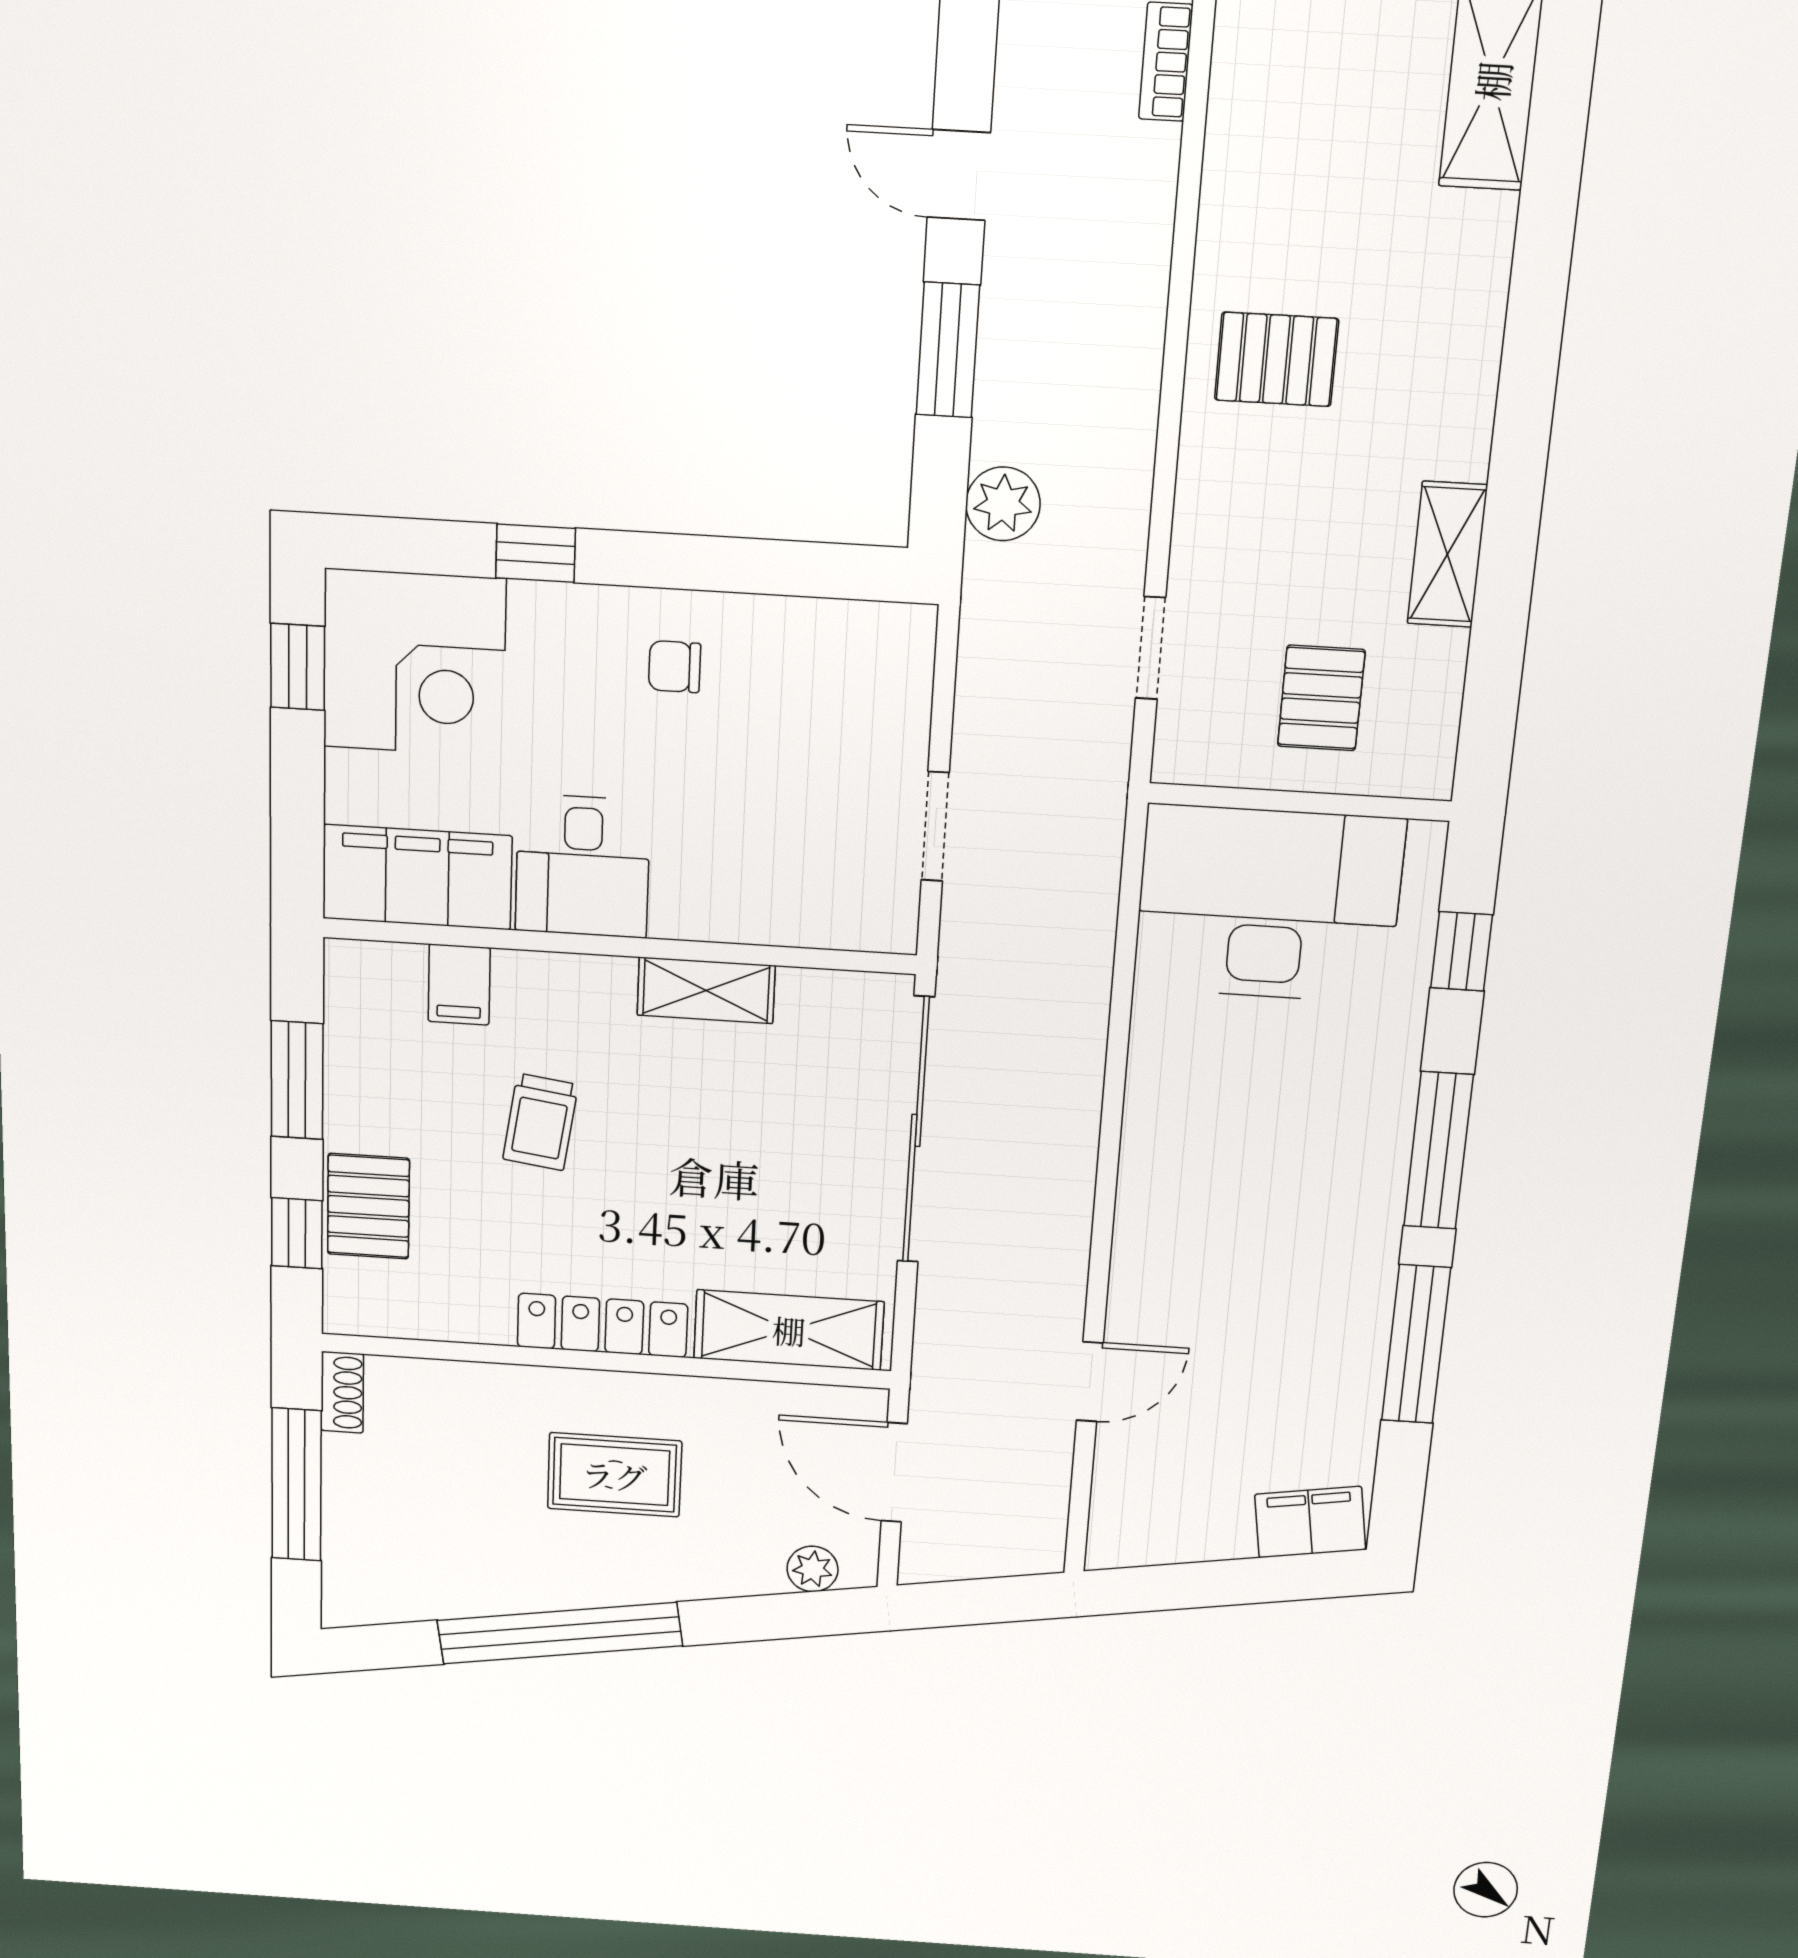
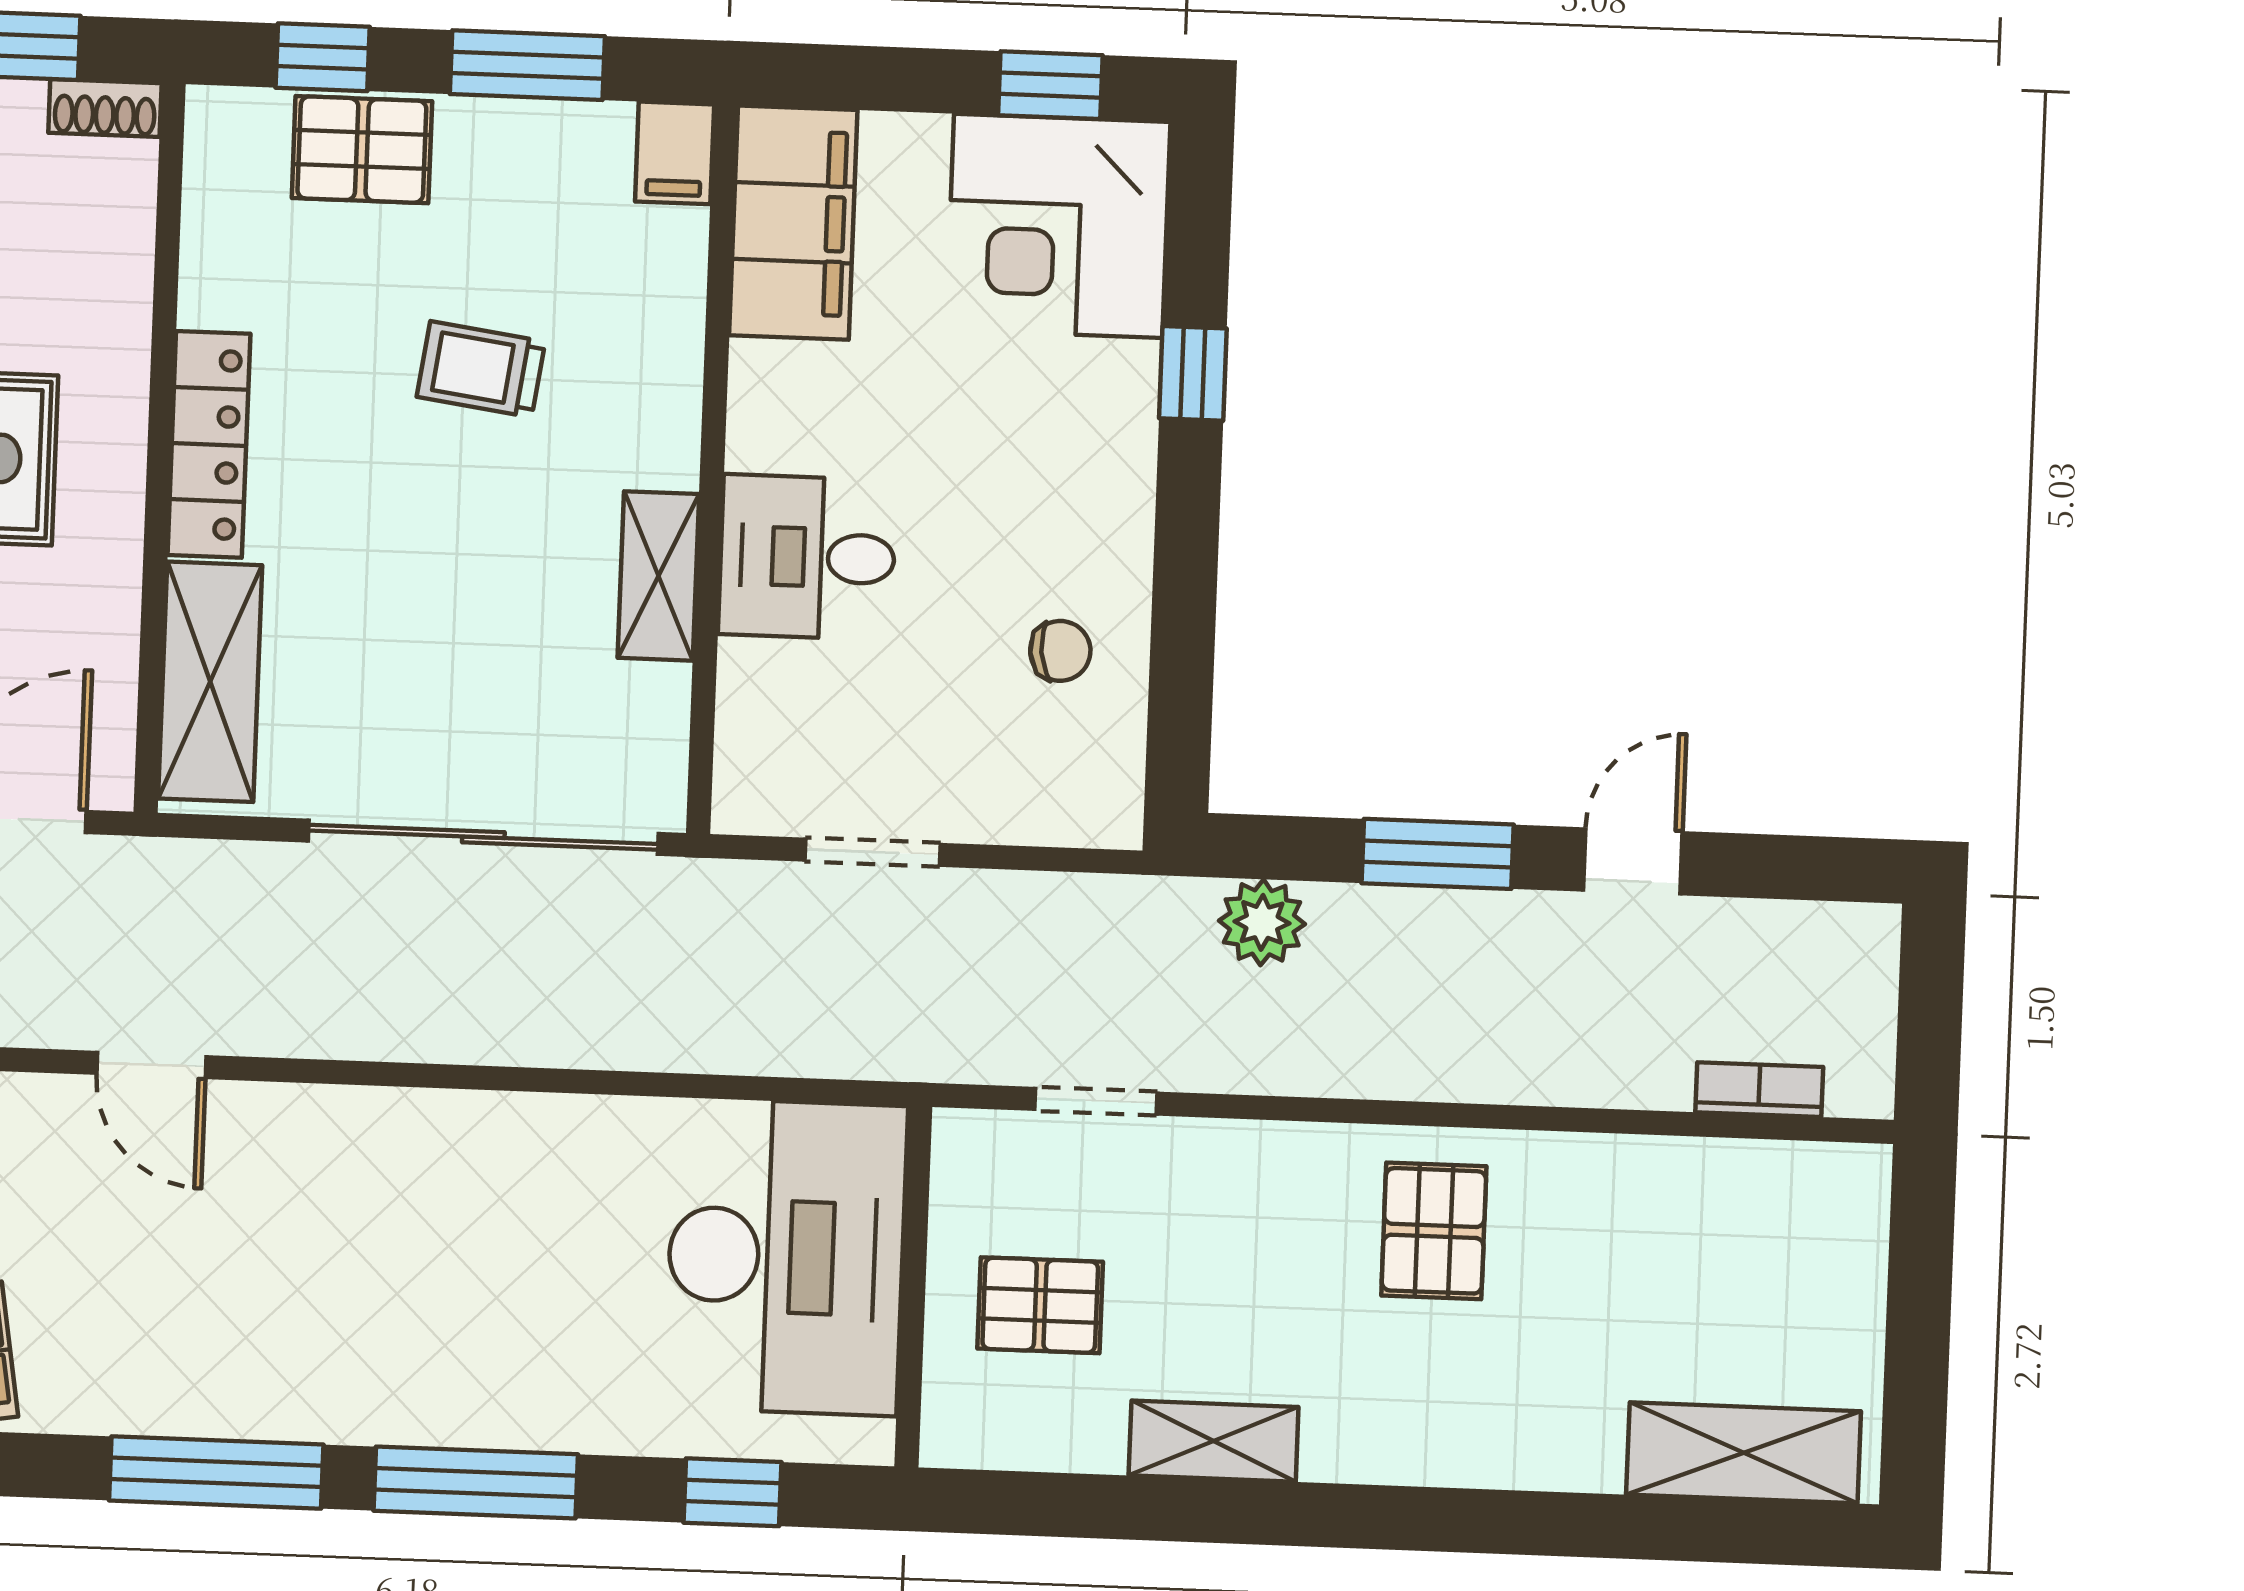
chair: (675, 667) -> (1060, 651), moved, turned 84
desk: (583, 866) -> (807, 557), moved
filing cabinet: (459, 985) -> (675, 153), moved, turned -90

